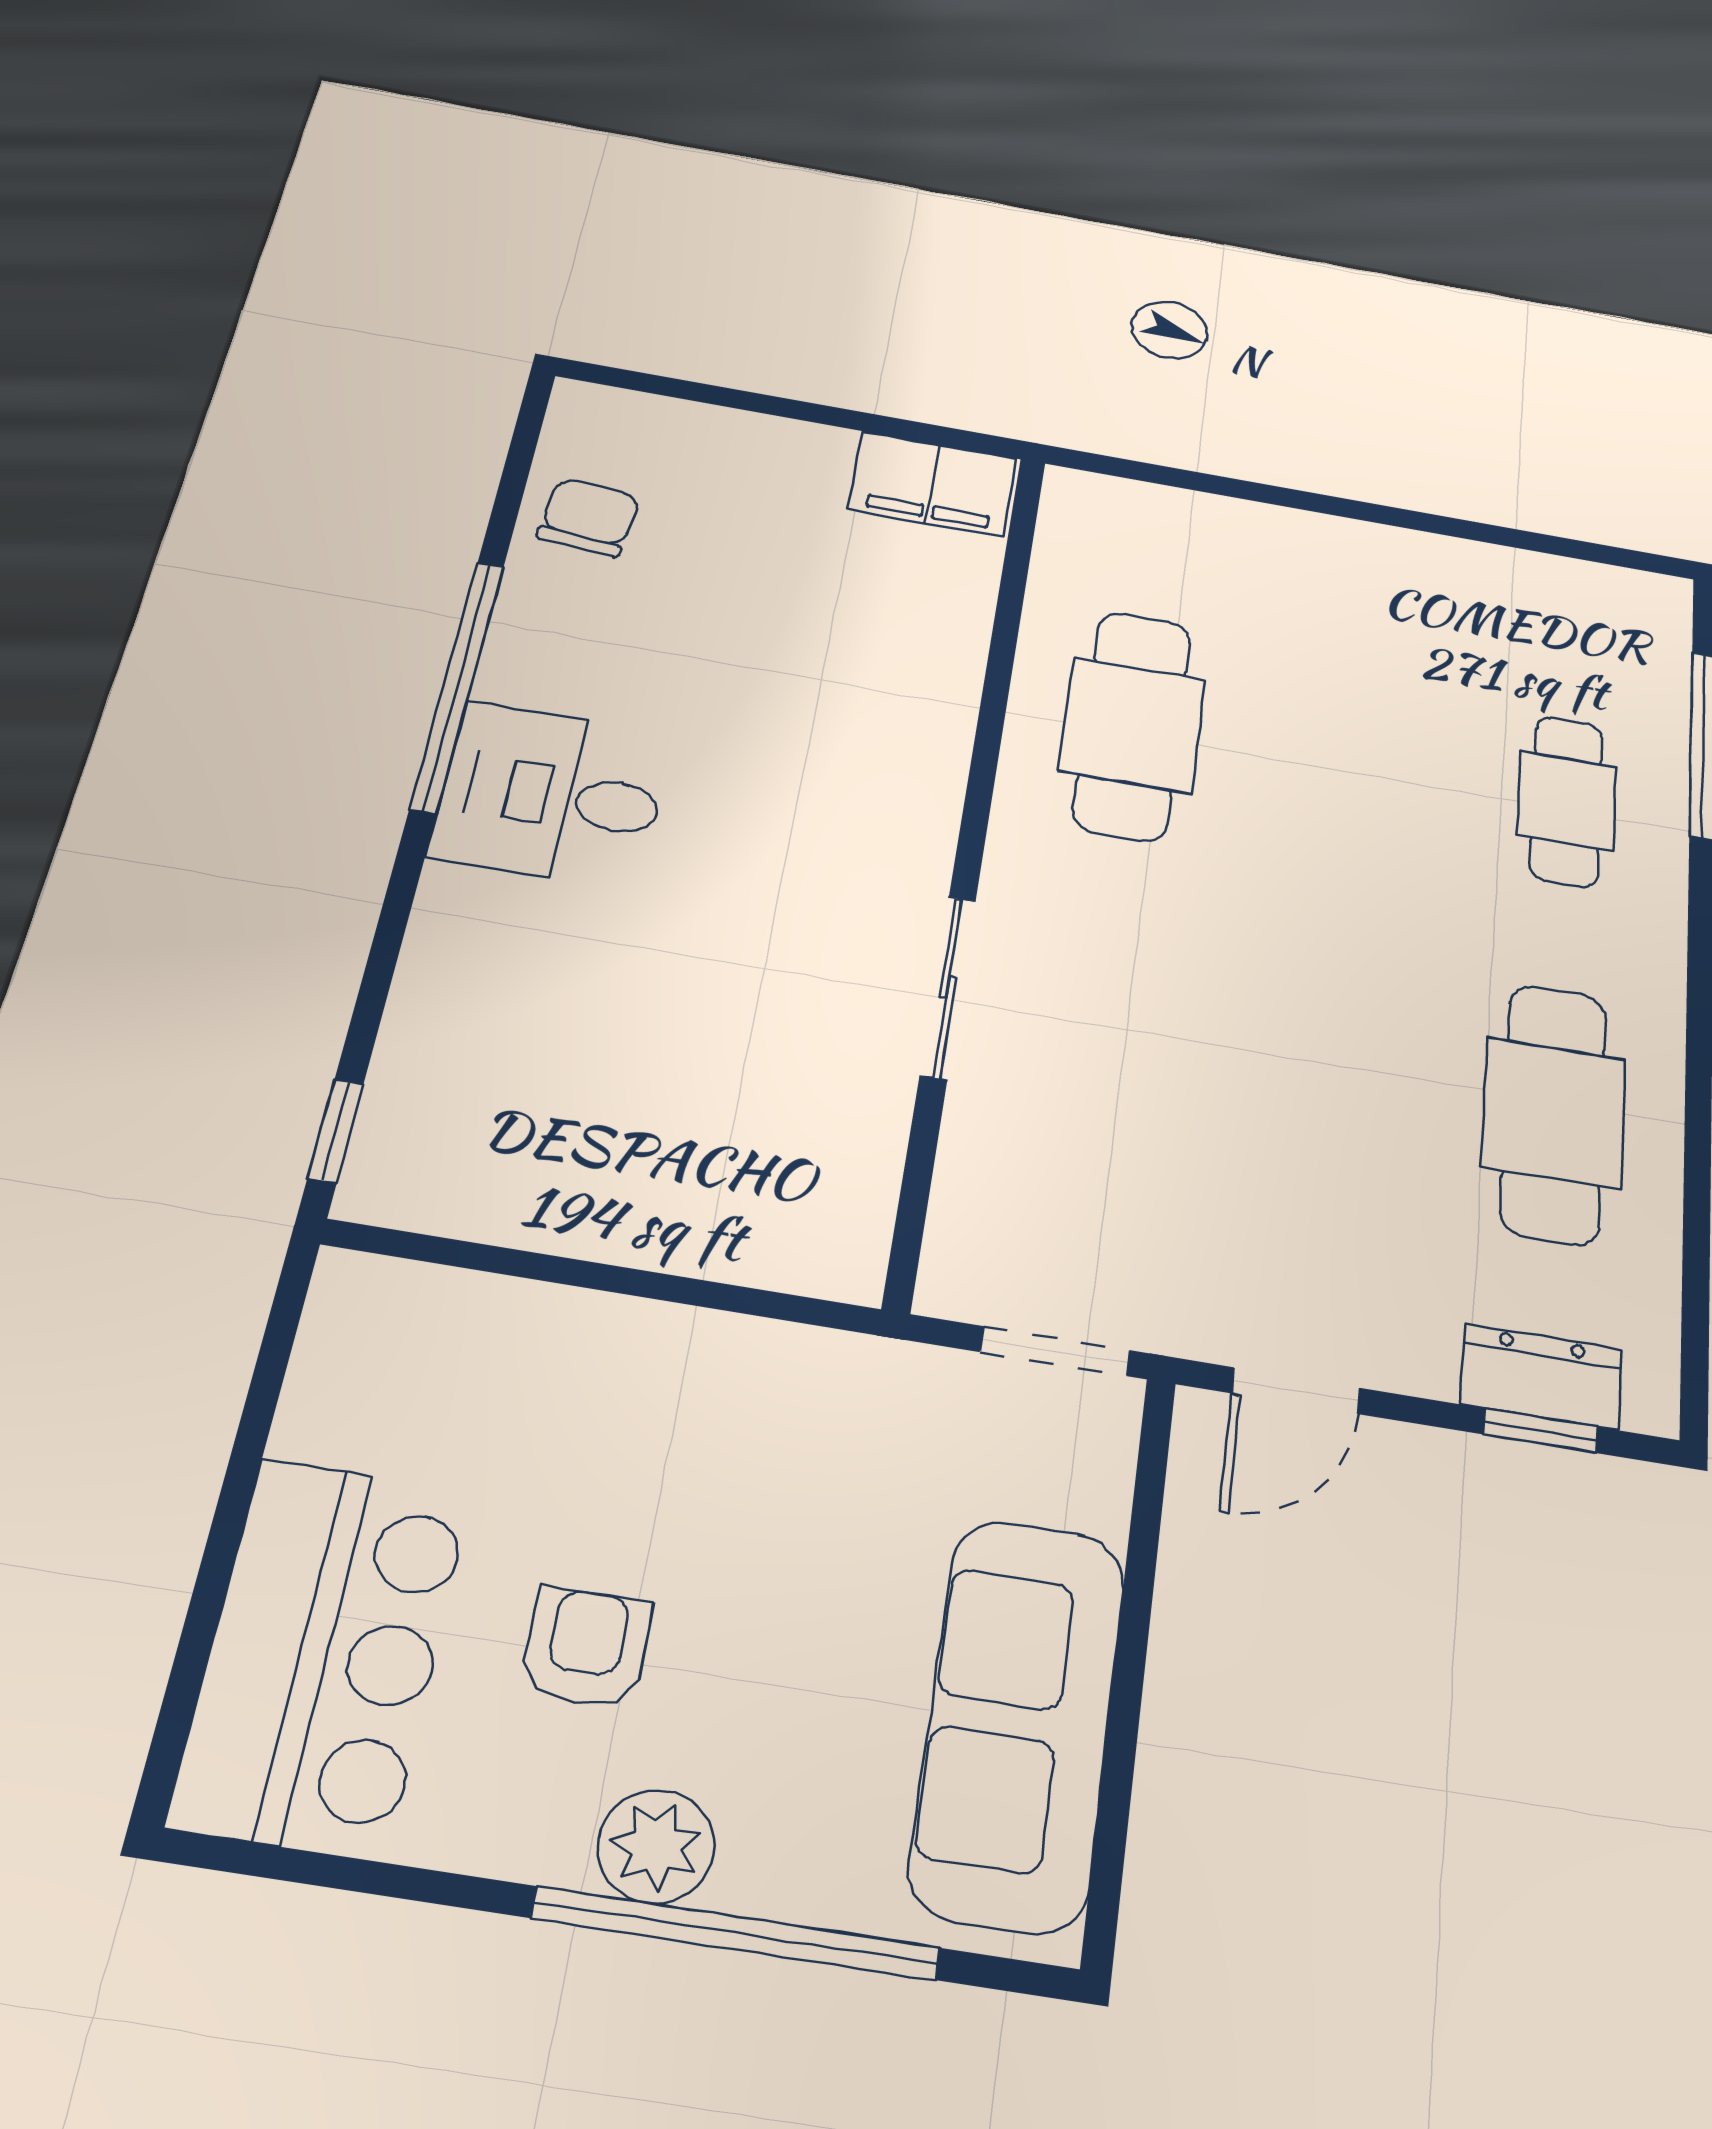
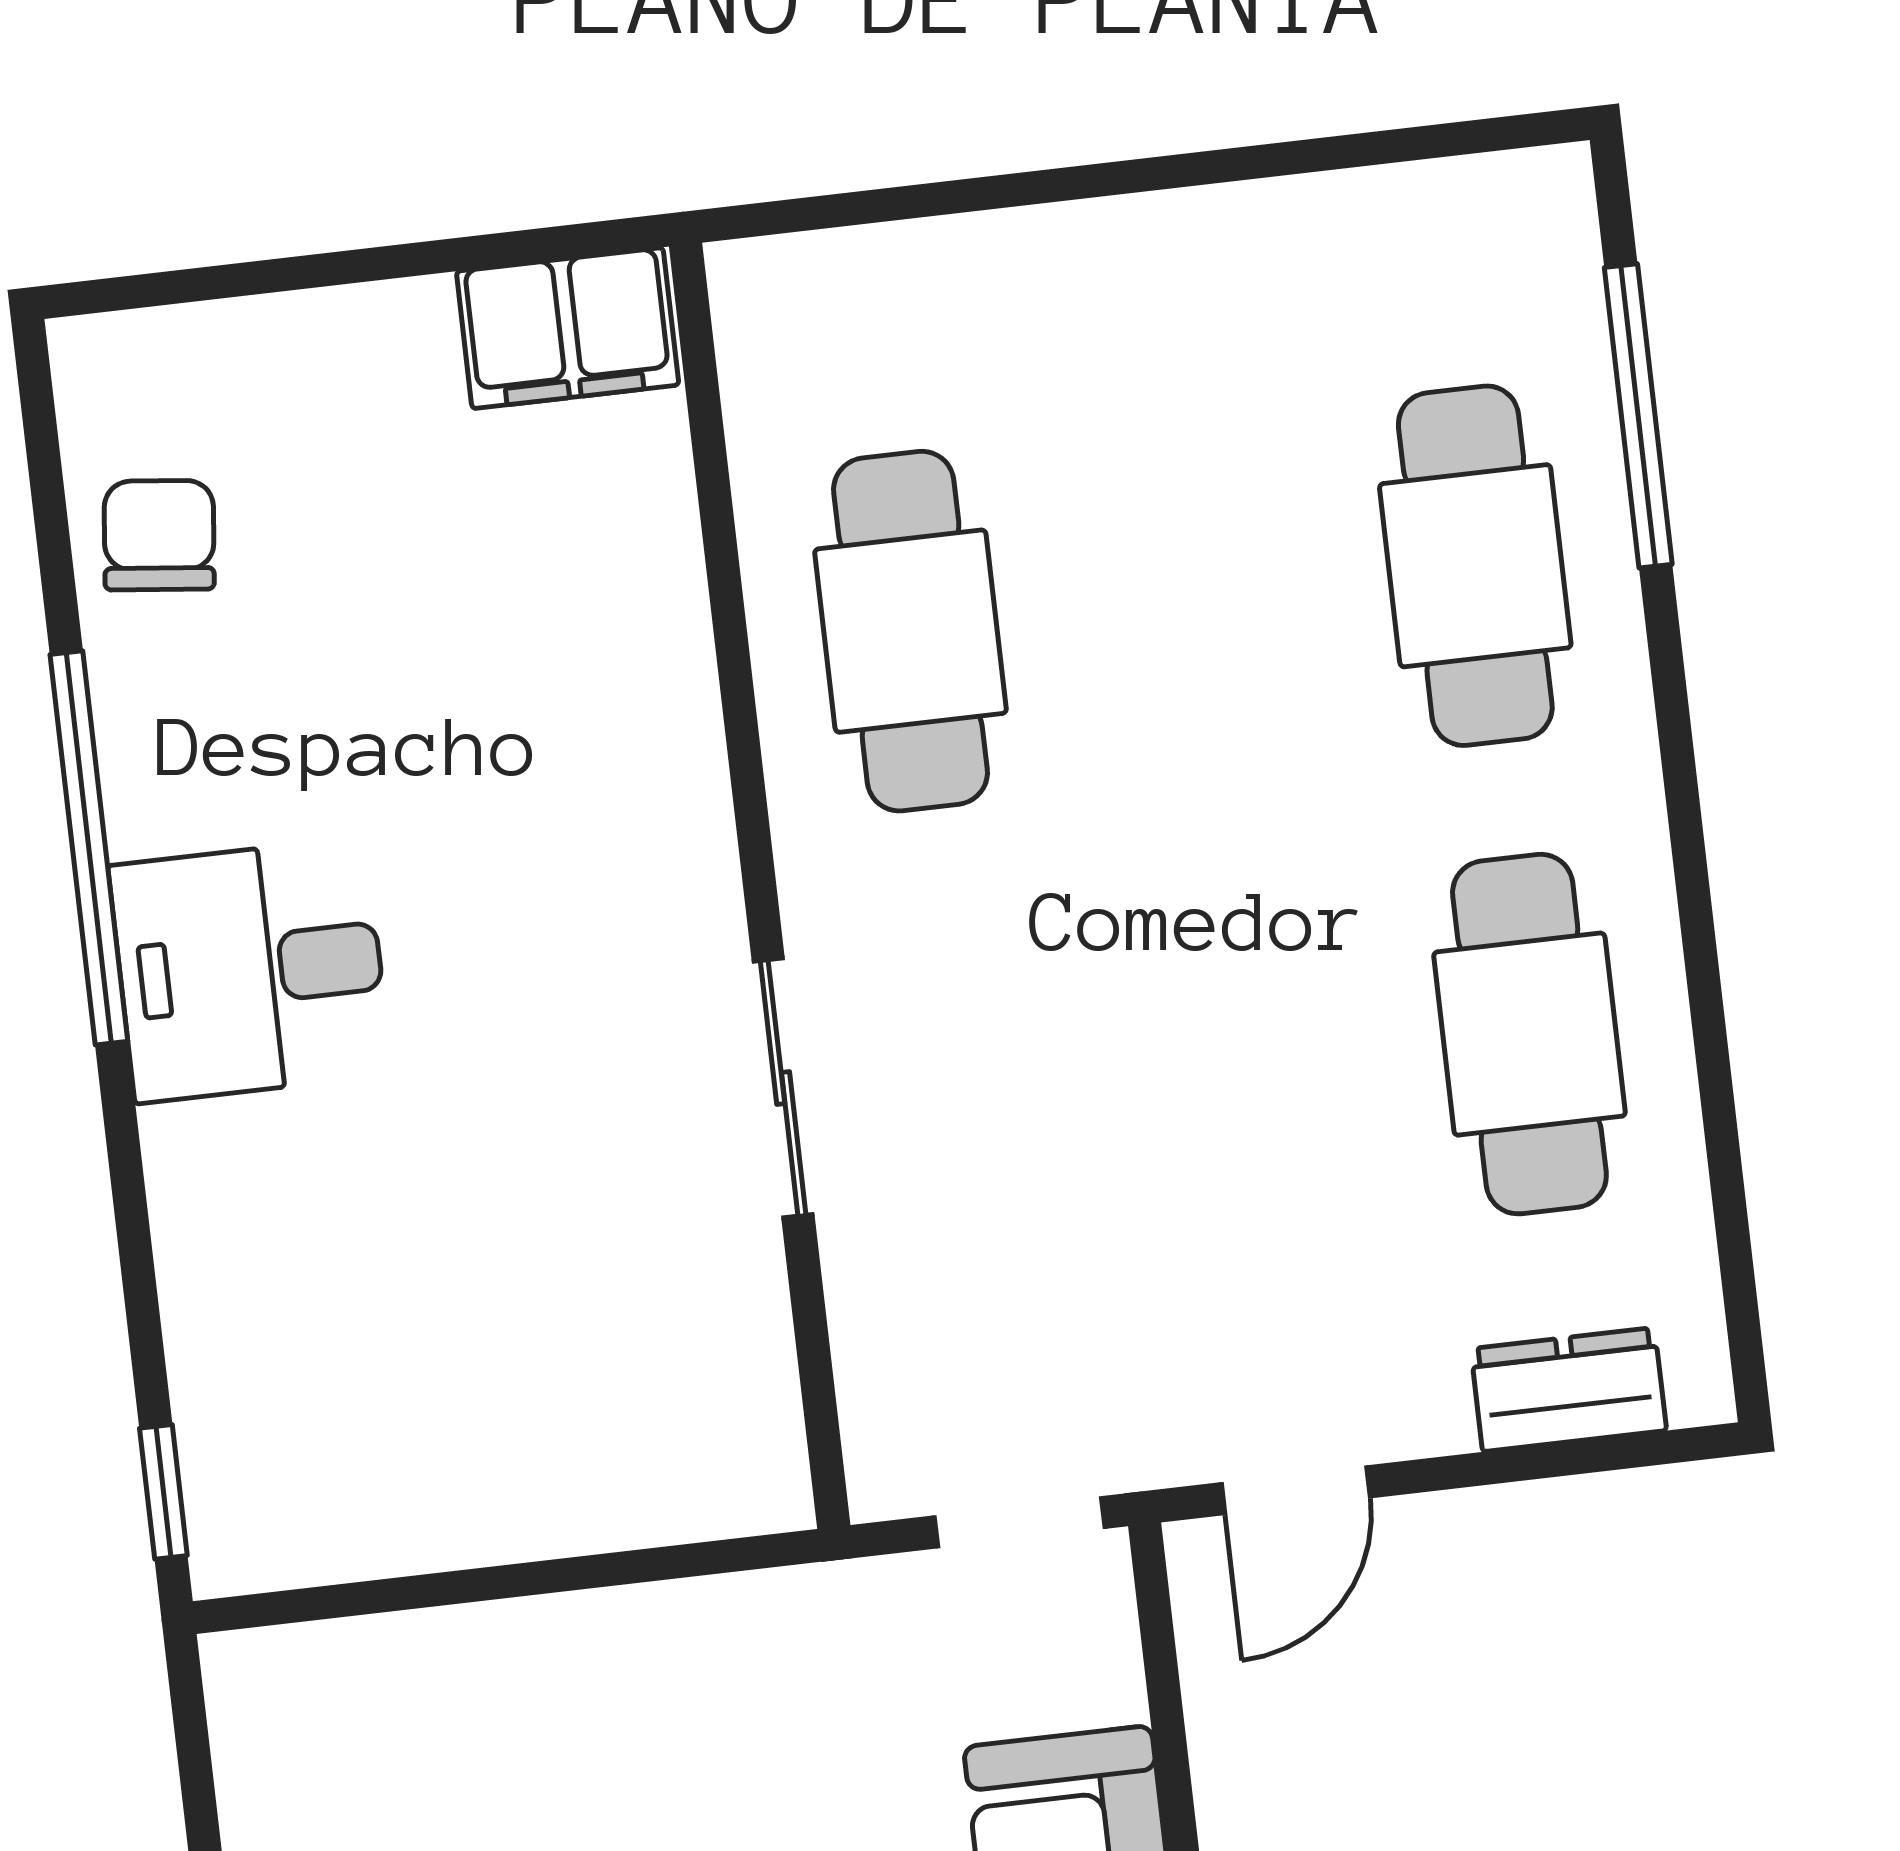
cafe table: (1567, 801) -> (1475, 566), width x1.37, depth x1.35
window: (1540, 1431) -> (1578, 1458), removed

